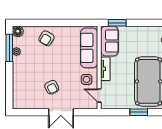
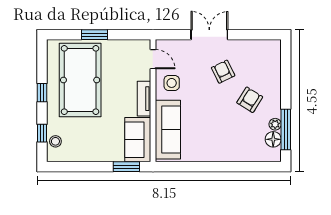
floor lamp: (18, 31) -> (273, 139), moved
armchair: (46, 38) -> (250, 100), moved

